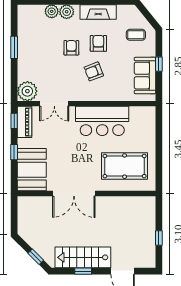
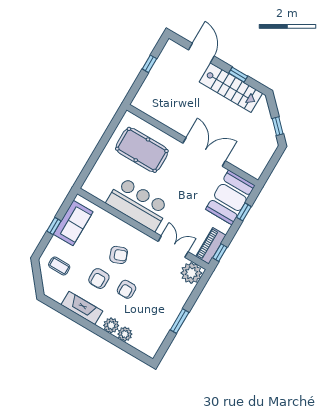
window: (14, 152) -> (244, 212), moved
window: (36, 257) -> (278, 126), moved

